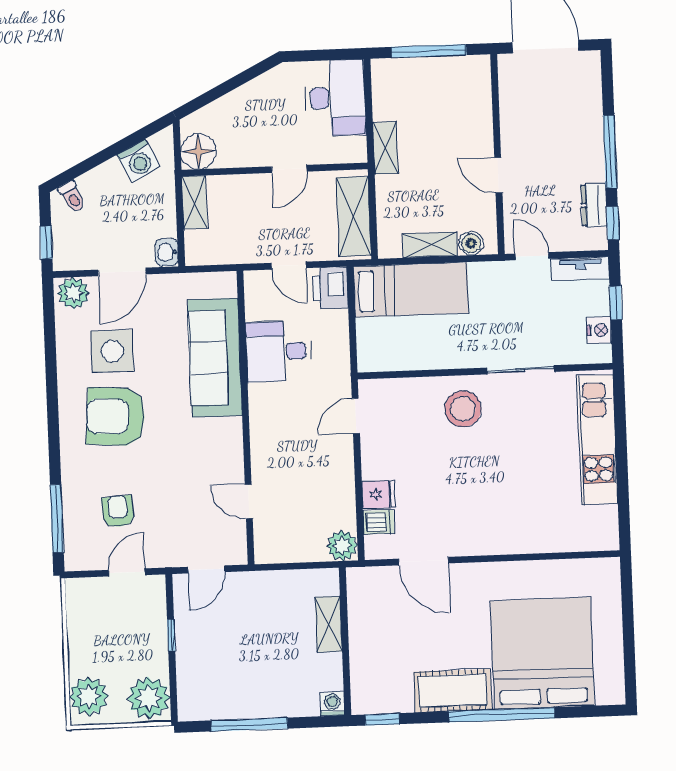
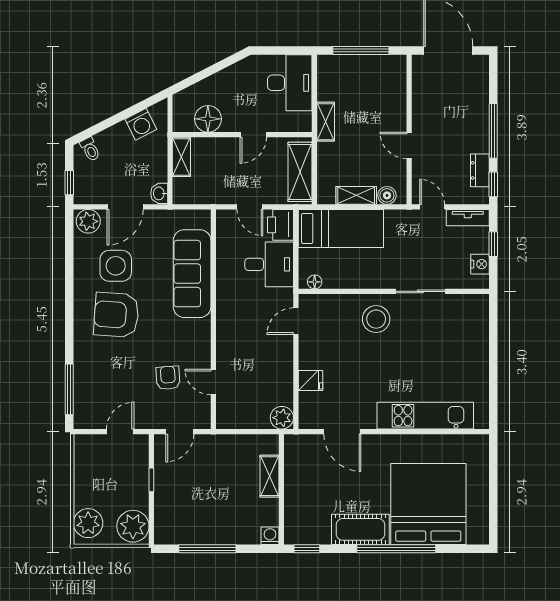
floor lamp: (198, 151) -> (208, 119), moved
desk: (279, 351) -> (269, 264), moved, turned 180
floor lamp: (379, 362) -> (315, 282), added
kitchen unit: (597, 440) -> (425, 416), moved, turned 90
armchair: (118, 511) -> (168, 378), moved
dishwasher: (379, 522) -> (310, 401), removed

